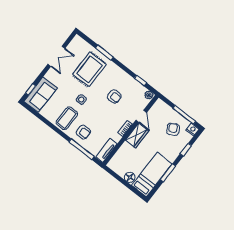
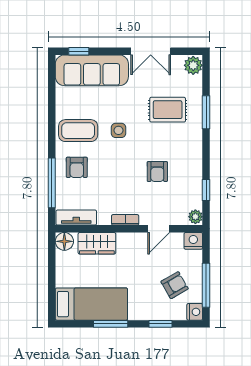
plant: (78, 42) -> (193, 65), added
rug: (89, 69) -> (168, 110), width x0.73, depth x0.70
sofa: (41, 95) -> (92, 70), width x1.36
nightstand: (159, 105) -> (193, 241), added
wardrobe: (137, 136) -> (97, 243), moved
floor lamp: (130, 177) -> (64, 241), moved

